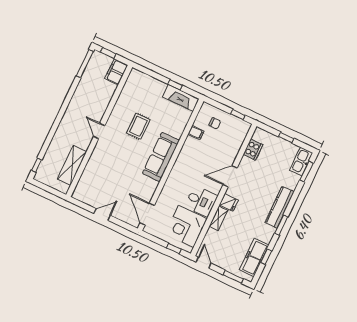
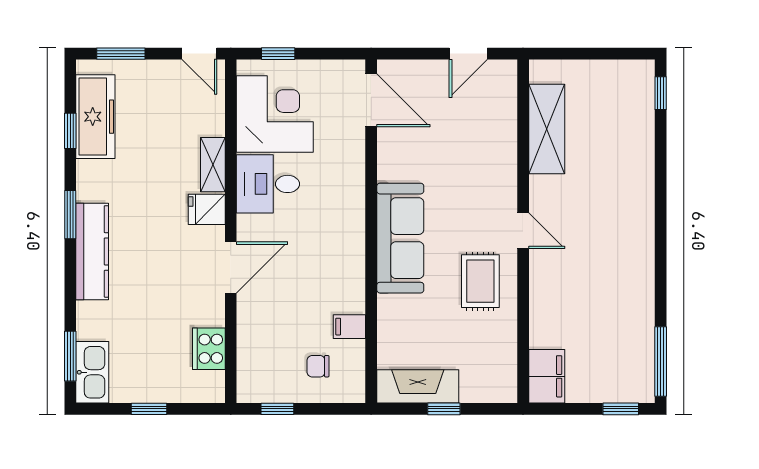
filing cabinet: (116, 72) -> (547, 376), moved
door: (99, 131) -> (523, 231), moved
wall: (99, 131) -> (523, 231), moved
shelving: (72, 165) -> (547, 129), moved

